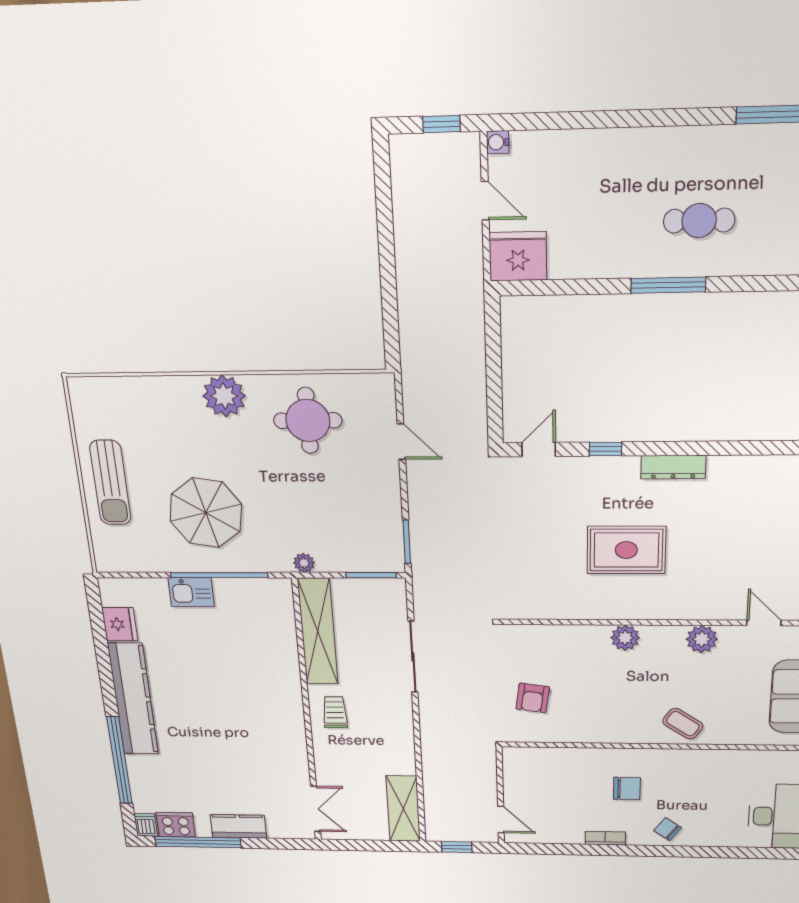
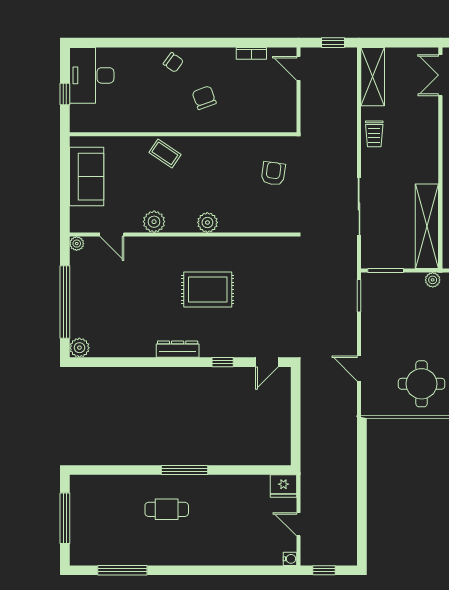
fridge: (518, 256) -> (283, 486), width x0.73, depth x0.75
trolley: (335, 712) -> (374, 134), moved
chair: (627, 788) -> (204, 98), turned 70
bookcase: (605, 838) -> (251, 53), moved

